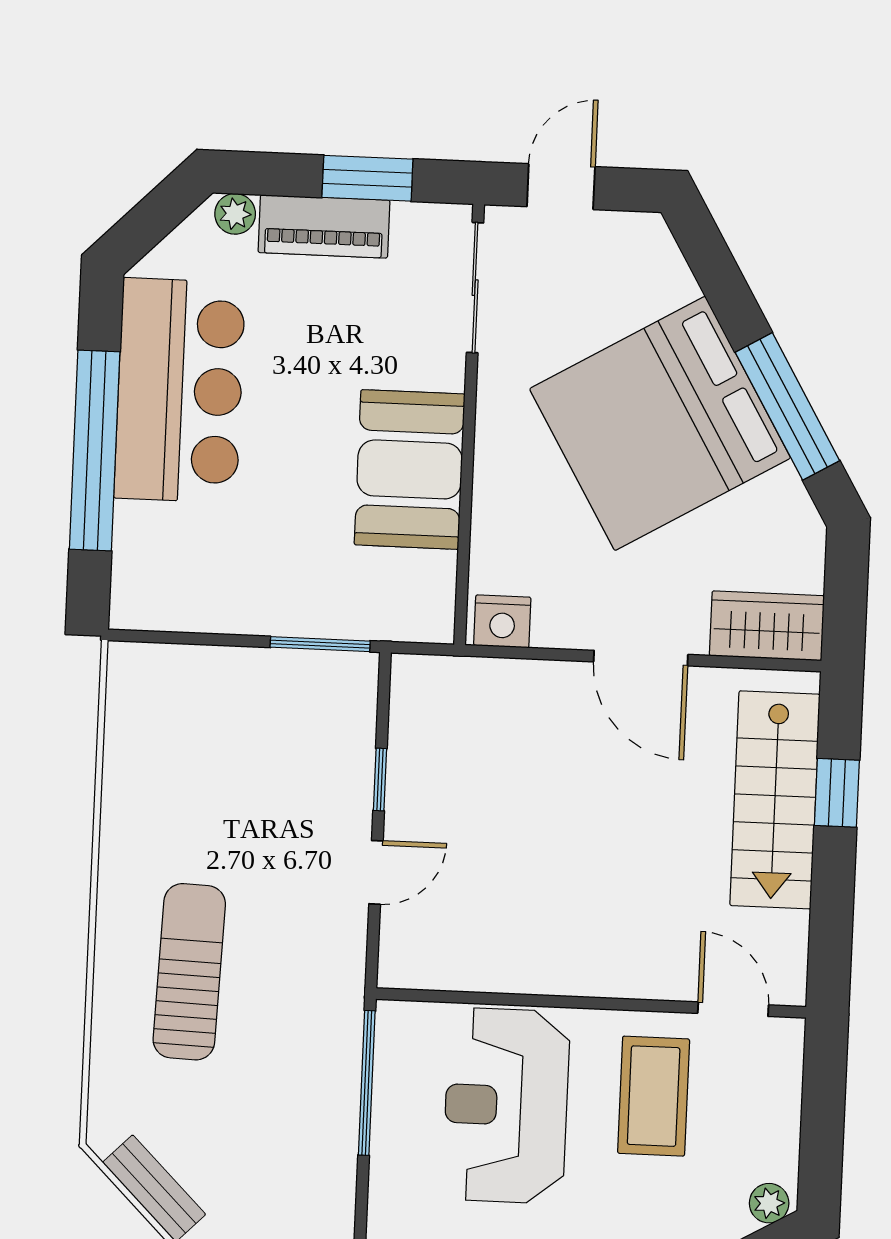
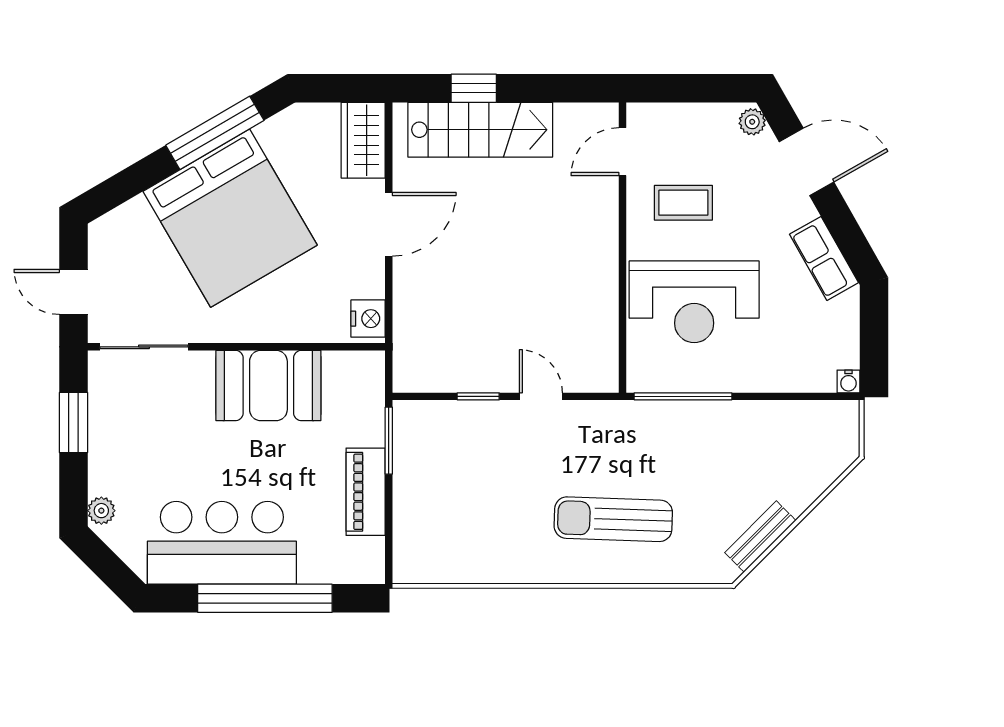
piano: (324, 226) -> (366, 492), moved, turned 180
coffee table: (654, 1096) -> (683, 203), width x0.73, depth x0.77

